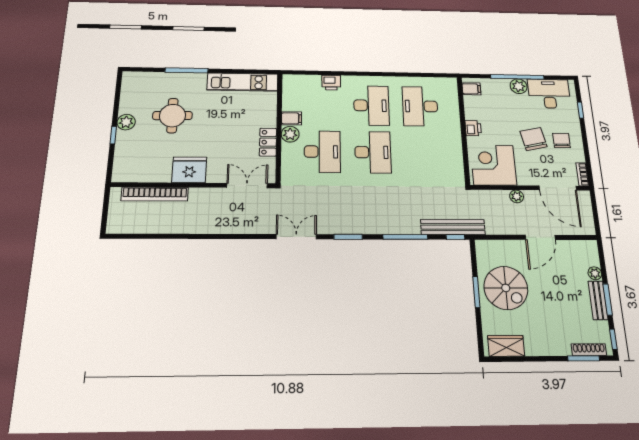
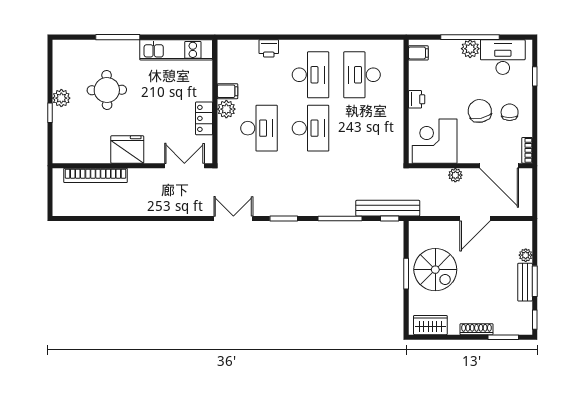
shoe rack: (589, 350) -> (476, 329), moved

